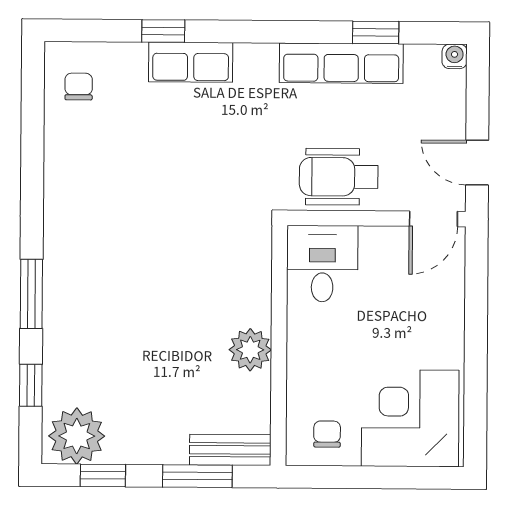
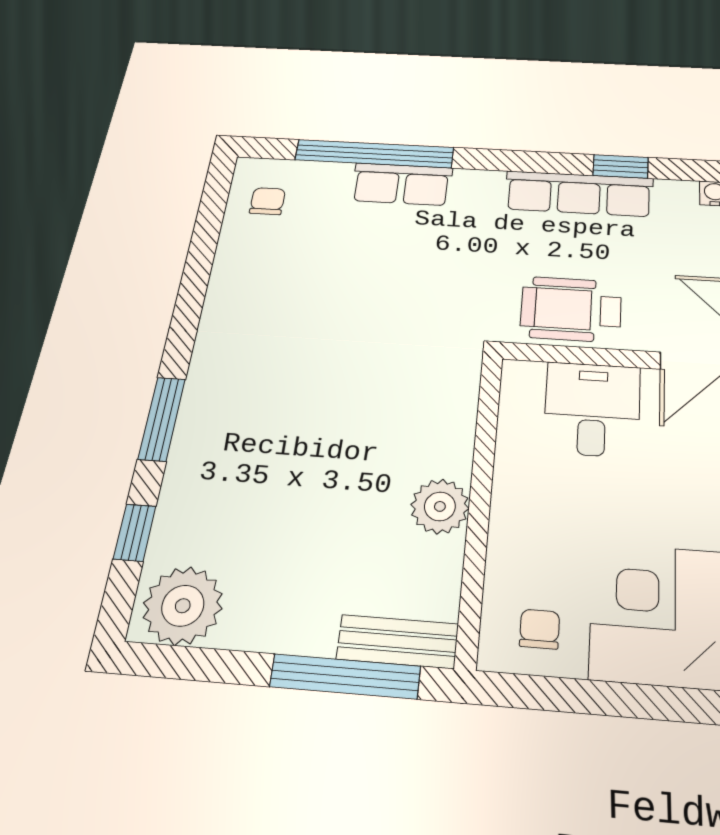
window: (163, 31) -> (374, 154), width x3.17
desk: (322, 264) -> (592, 409), moved
window: (103, 475) -> (209, 665), removed
window: (197, 476) -> (345, 676), width x1.44

